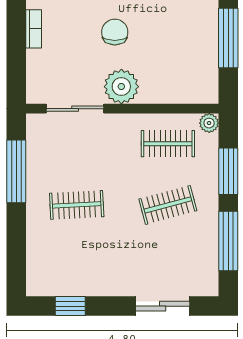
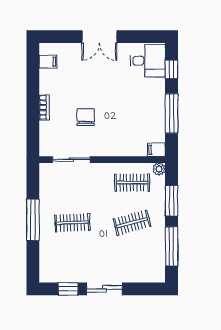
chair: (115, 32) -> (85, 117), moved
plant: (121, 87) -> (102, 145), removed
filing cabinet: (205, 94) -> (156, 150), added
window: (16, 171) -> (33, 220), moved
sliding door: (163, 306) -> (104, 289), moved

